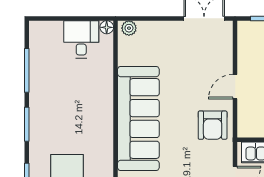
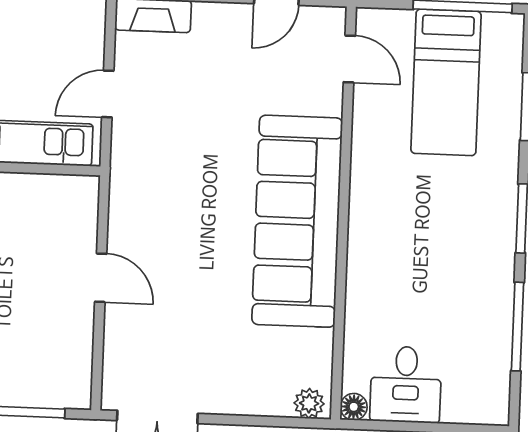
door: (235, 87) -> (101, 278), hinge flipped
armchair: (213, 125) -> (149, 202), removed

